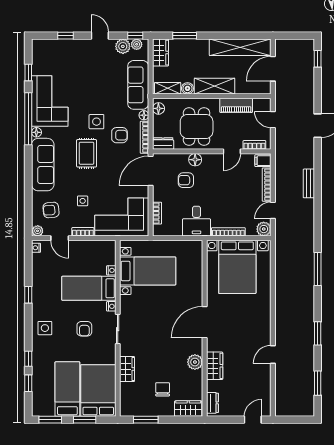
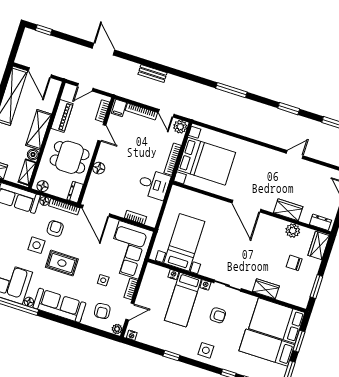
armchair: (186, 180) -> (114, 182), removed
door: (273, 354) -> (295, 154), swing flipped
plant: (195, 362) -> (293, 231), moved

